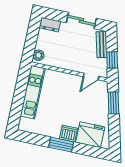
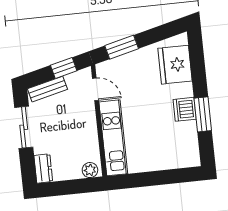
kitchen unit: (33, 92) -> (113, 138), moved, turned 90
dishwasher: (69, 134) -> (185, 109), moved
window: (61, 145) -> (203, 114), moved

